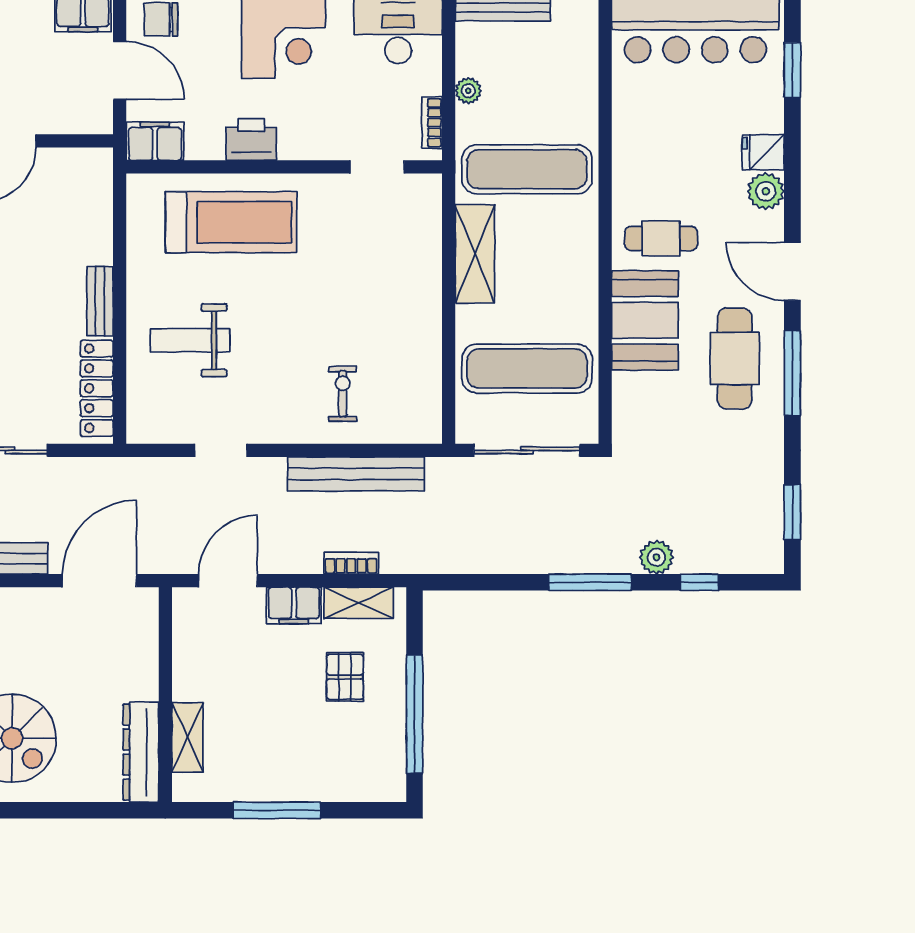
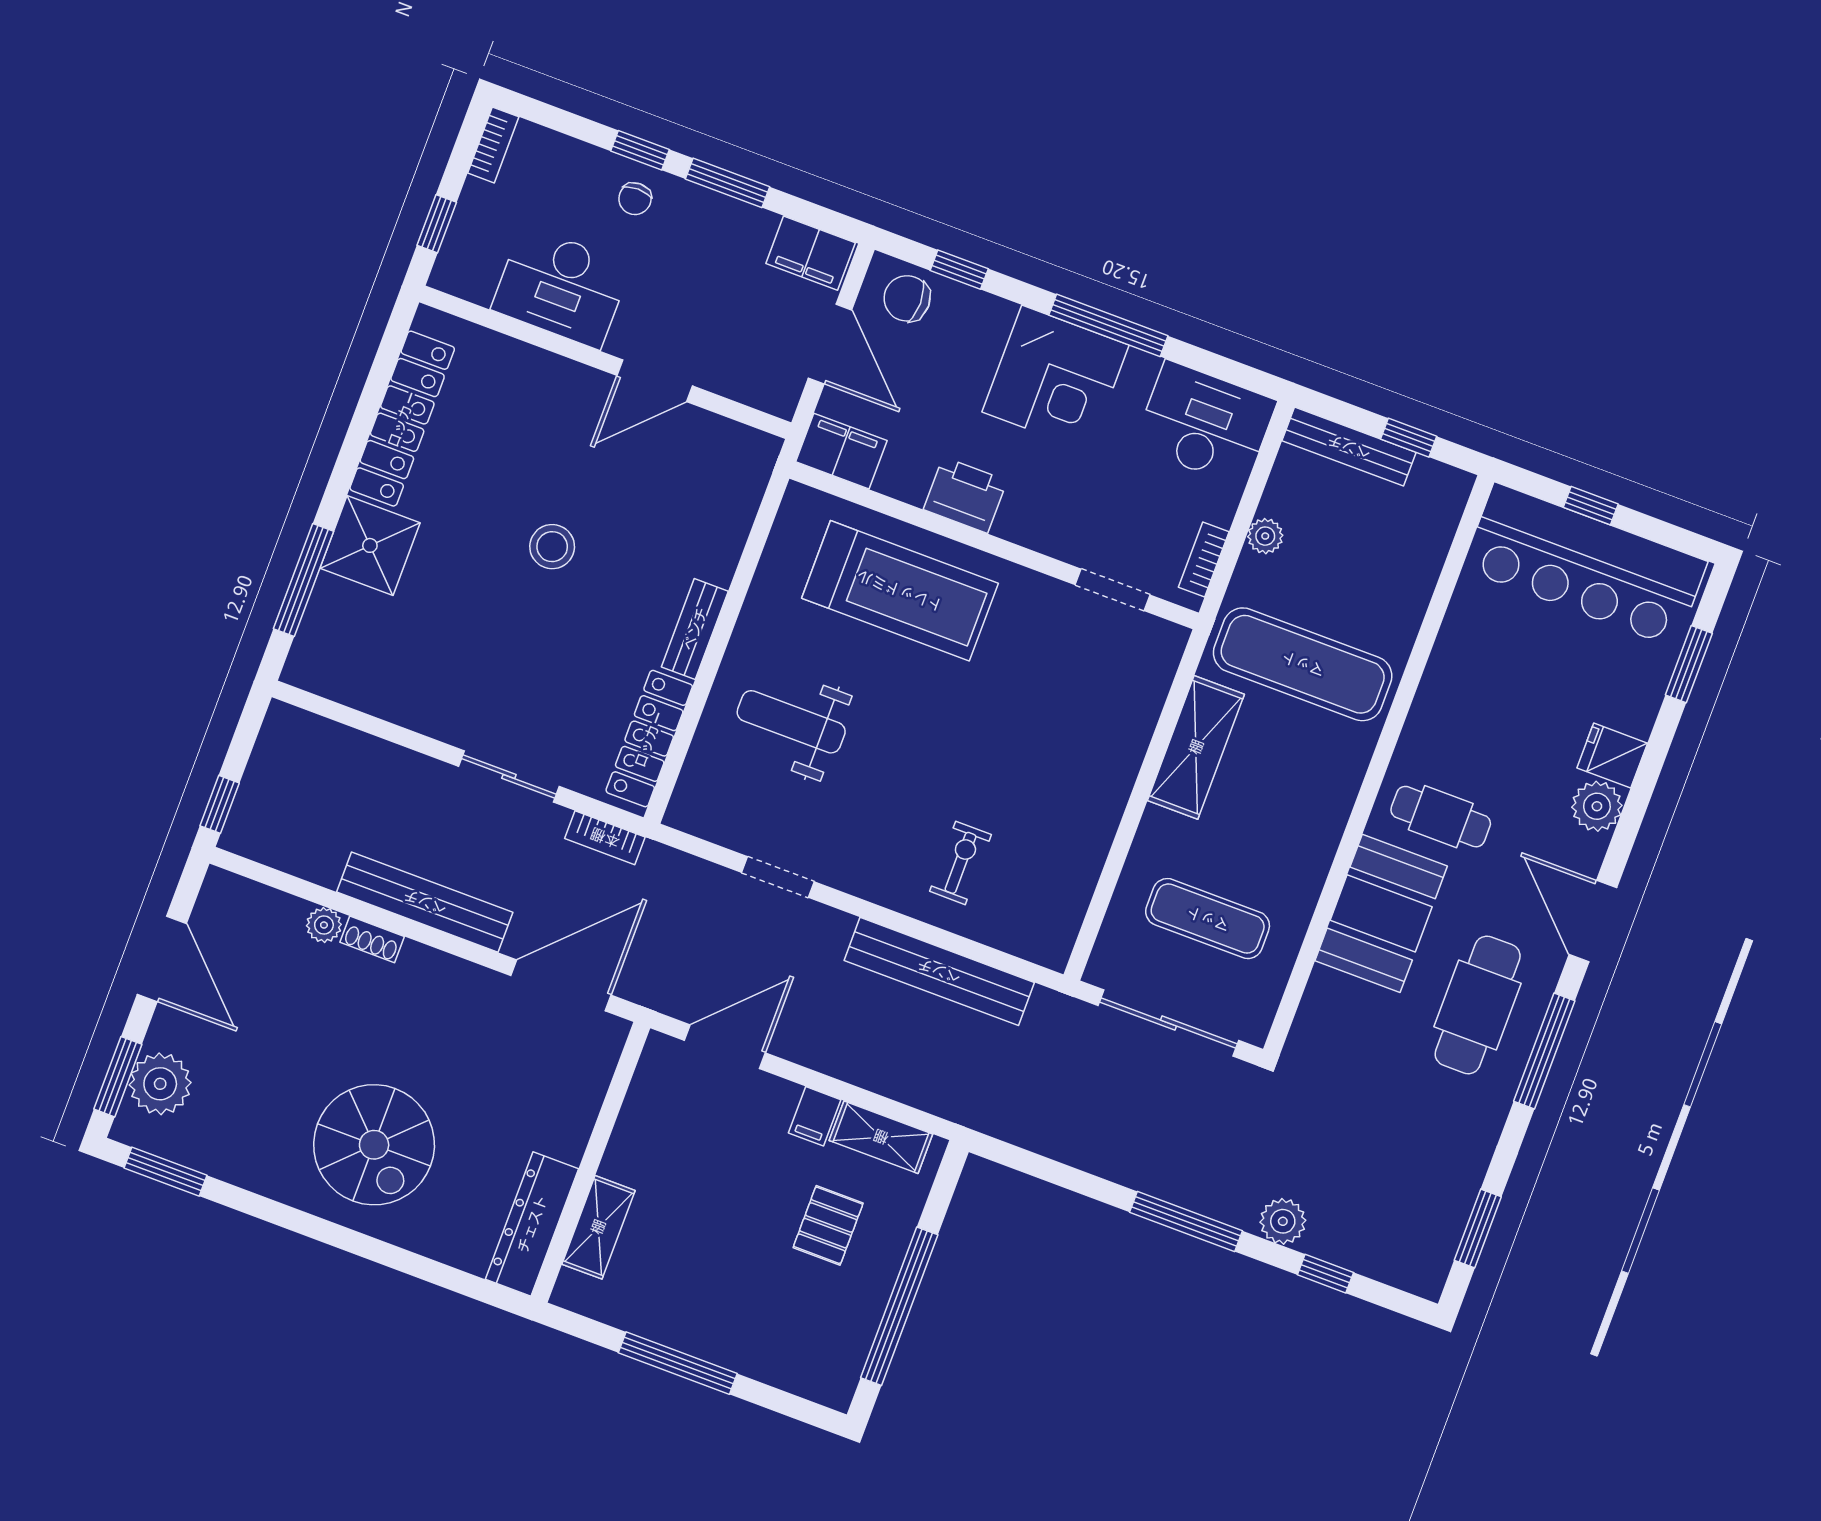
exercise mat: (527, 369) -> (1208, 919), width x0.73, depth x0.69
bookcase: (351, 563) -> (605, 838), moved, turned 180
filing cabinet: (294, 605) -> (815, 1116), width x0.50

